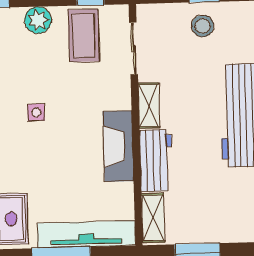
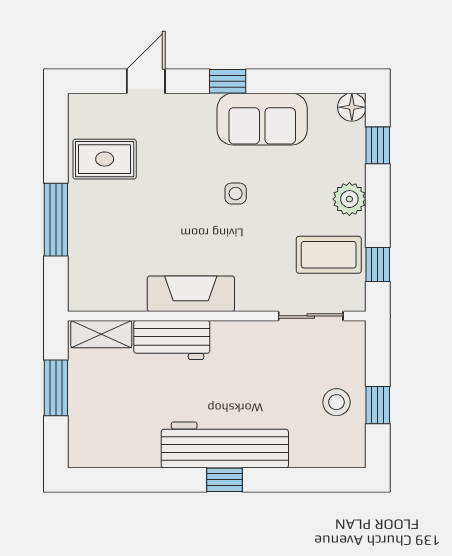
shelving: (149, 106) -> (240, 333), removed
tv unit: (86, 234) -> (83, 251), removed

